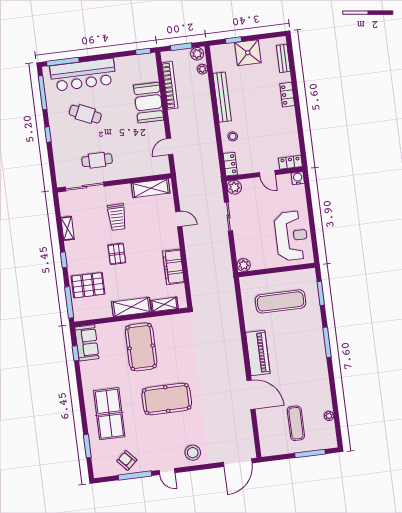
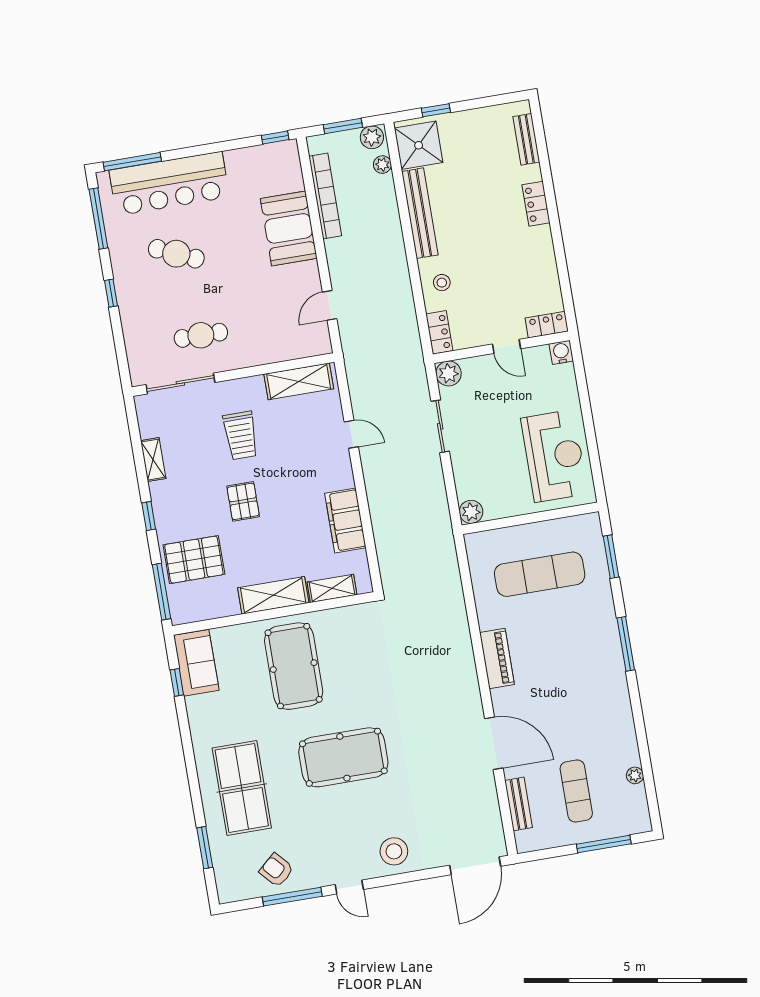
shower: (248, 53) -> (419, 145), moved
piano: (258, 353) -> (497, 658), width x0.73, depth x0.75
bench: (263, 429) -> (519, 804), added

